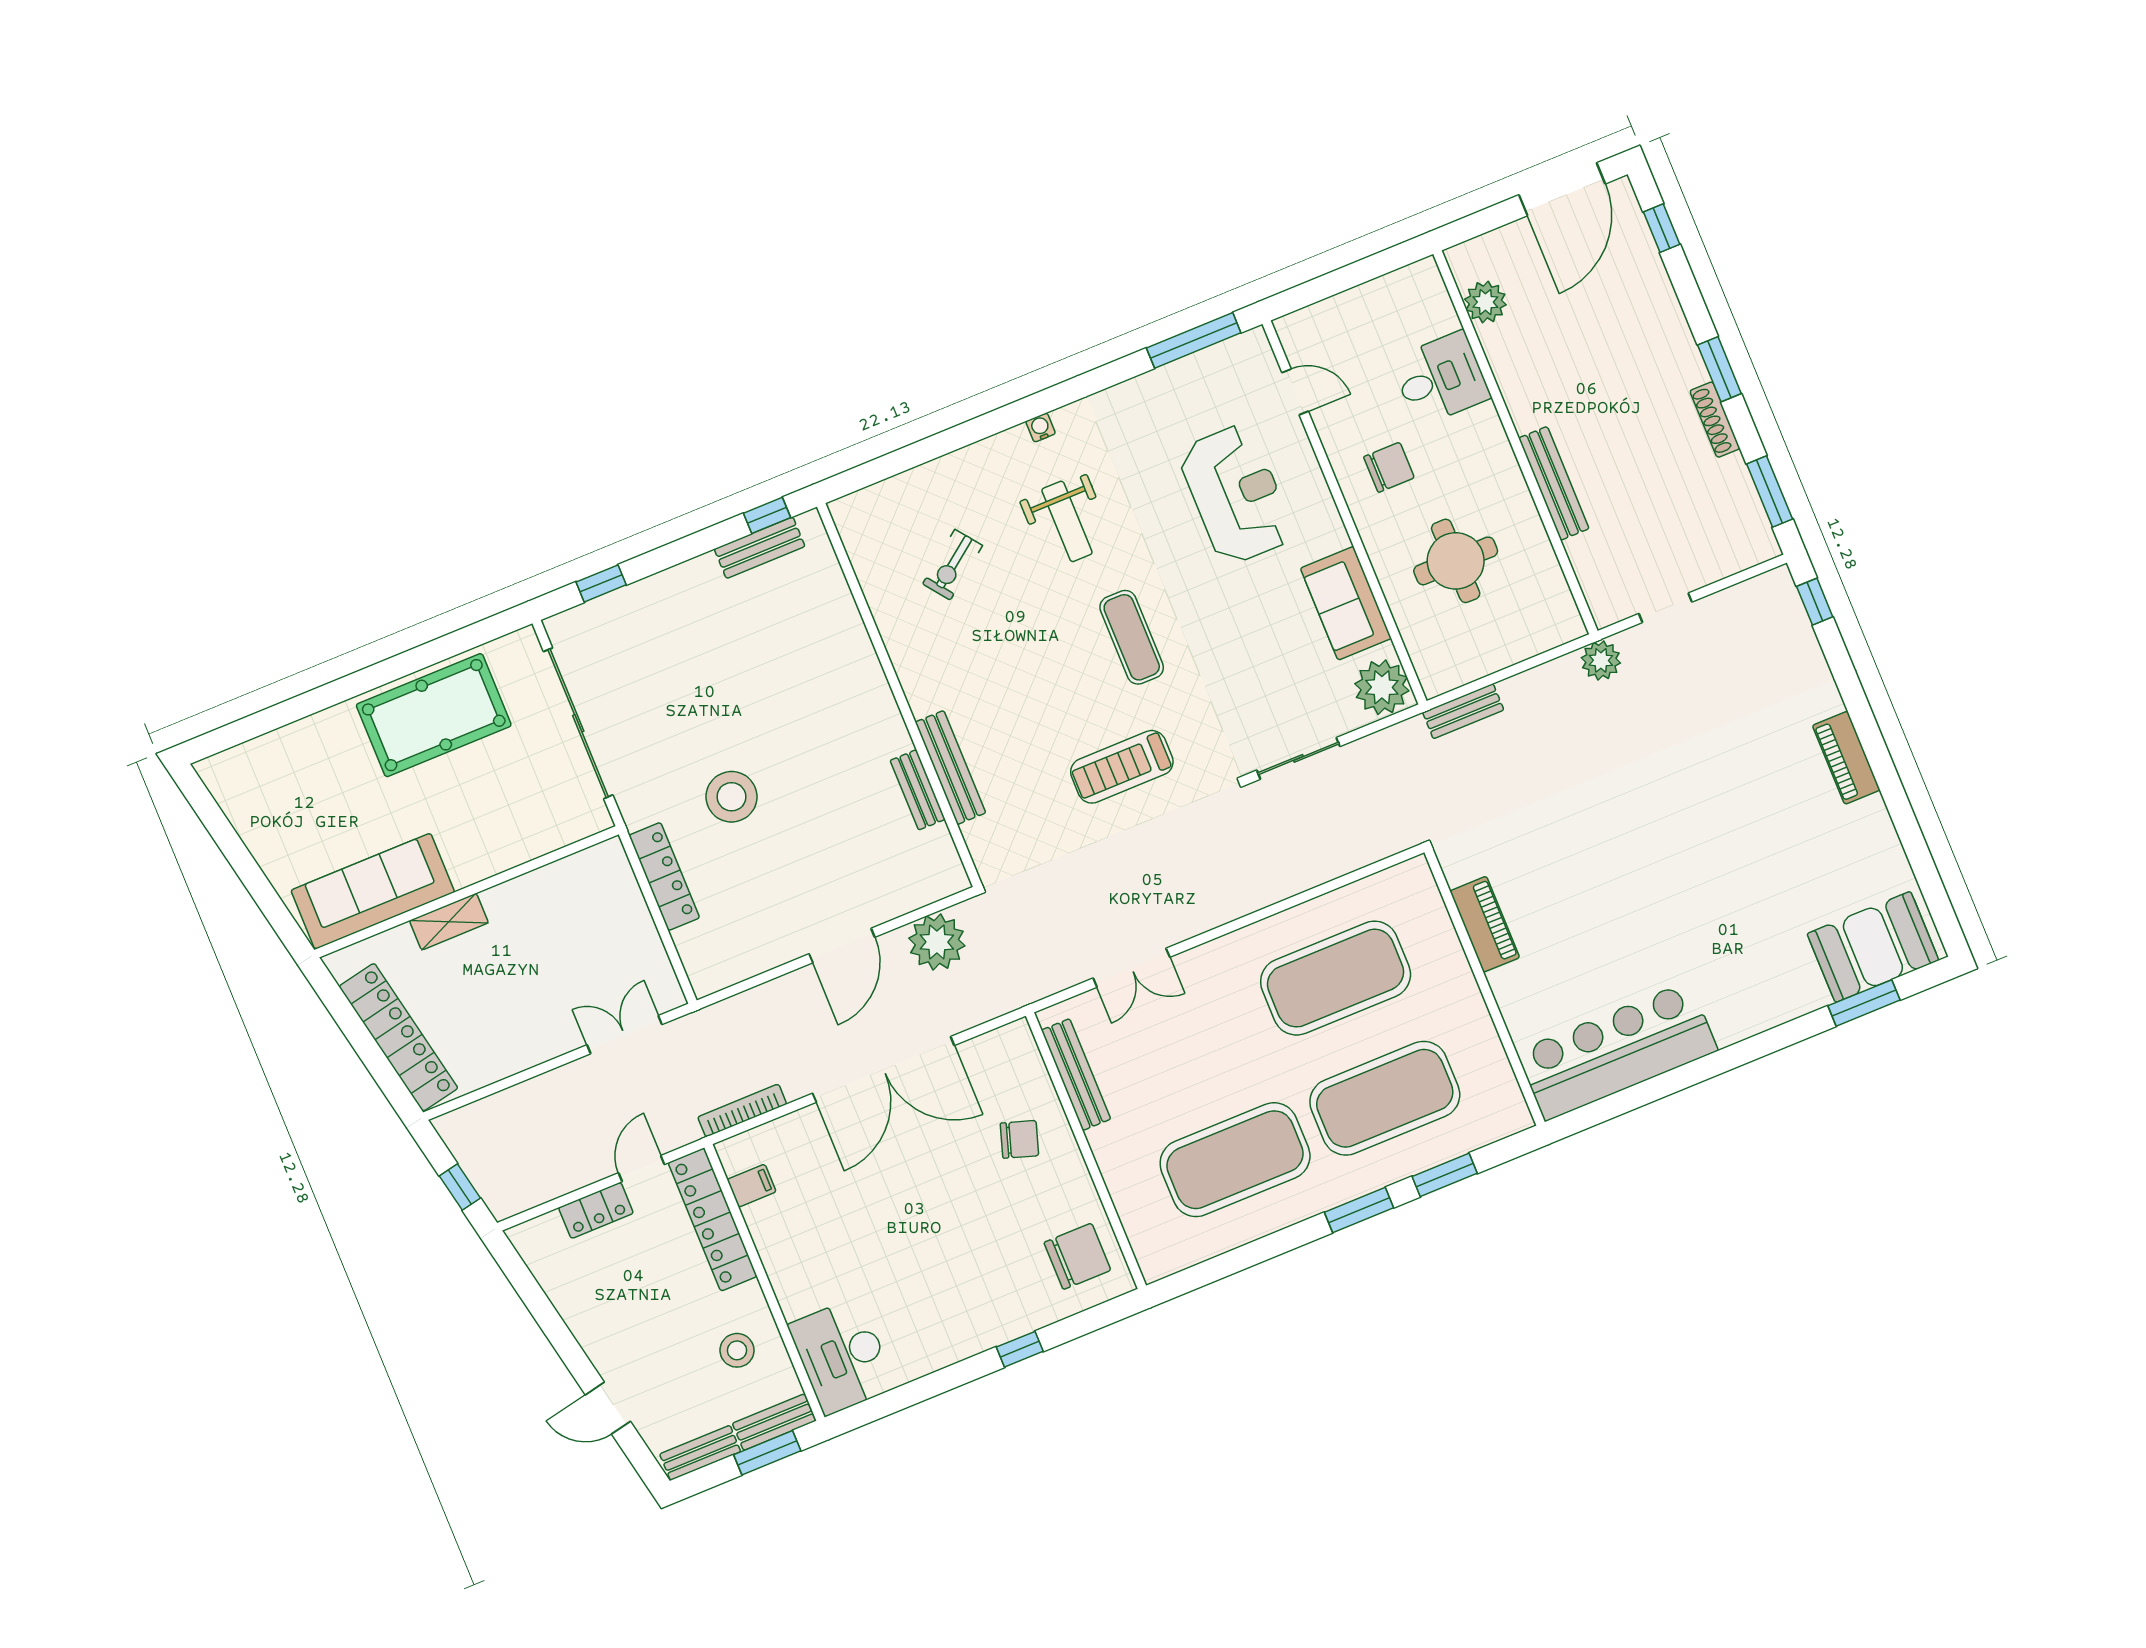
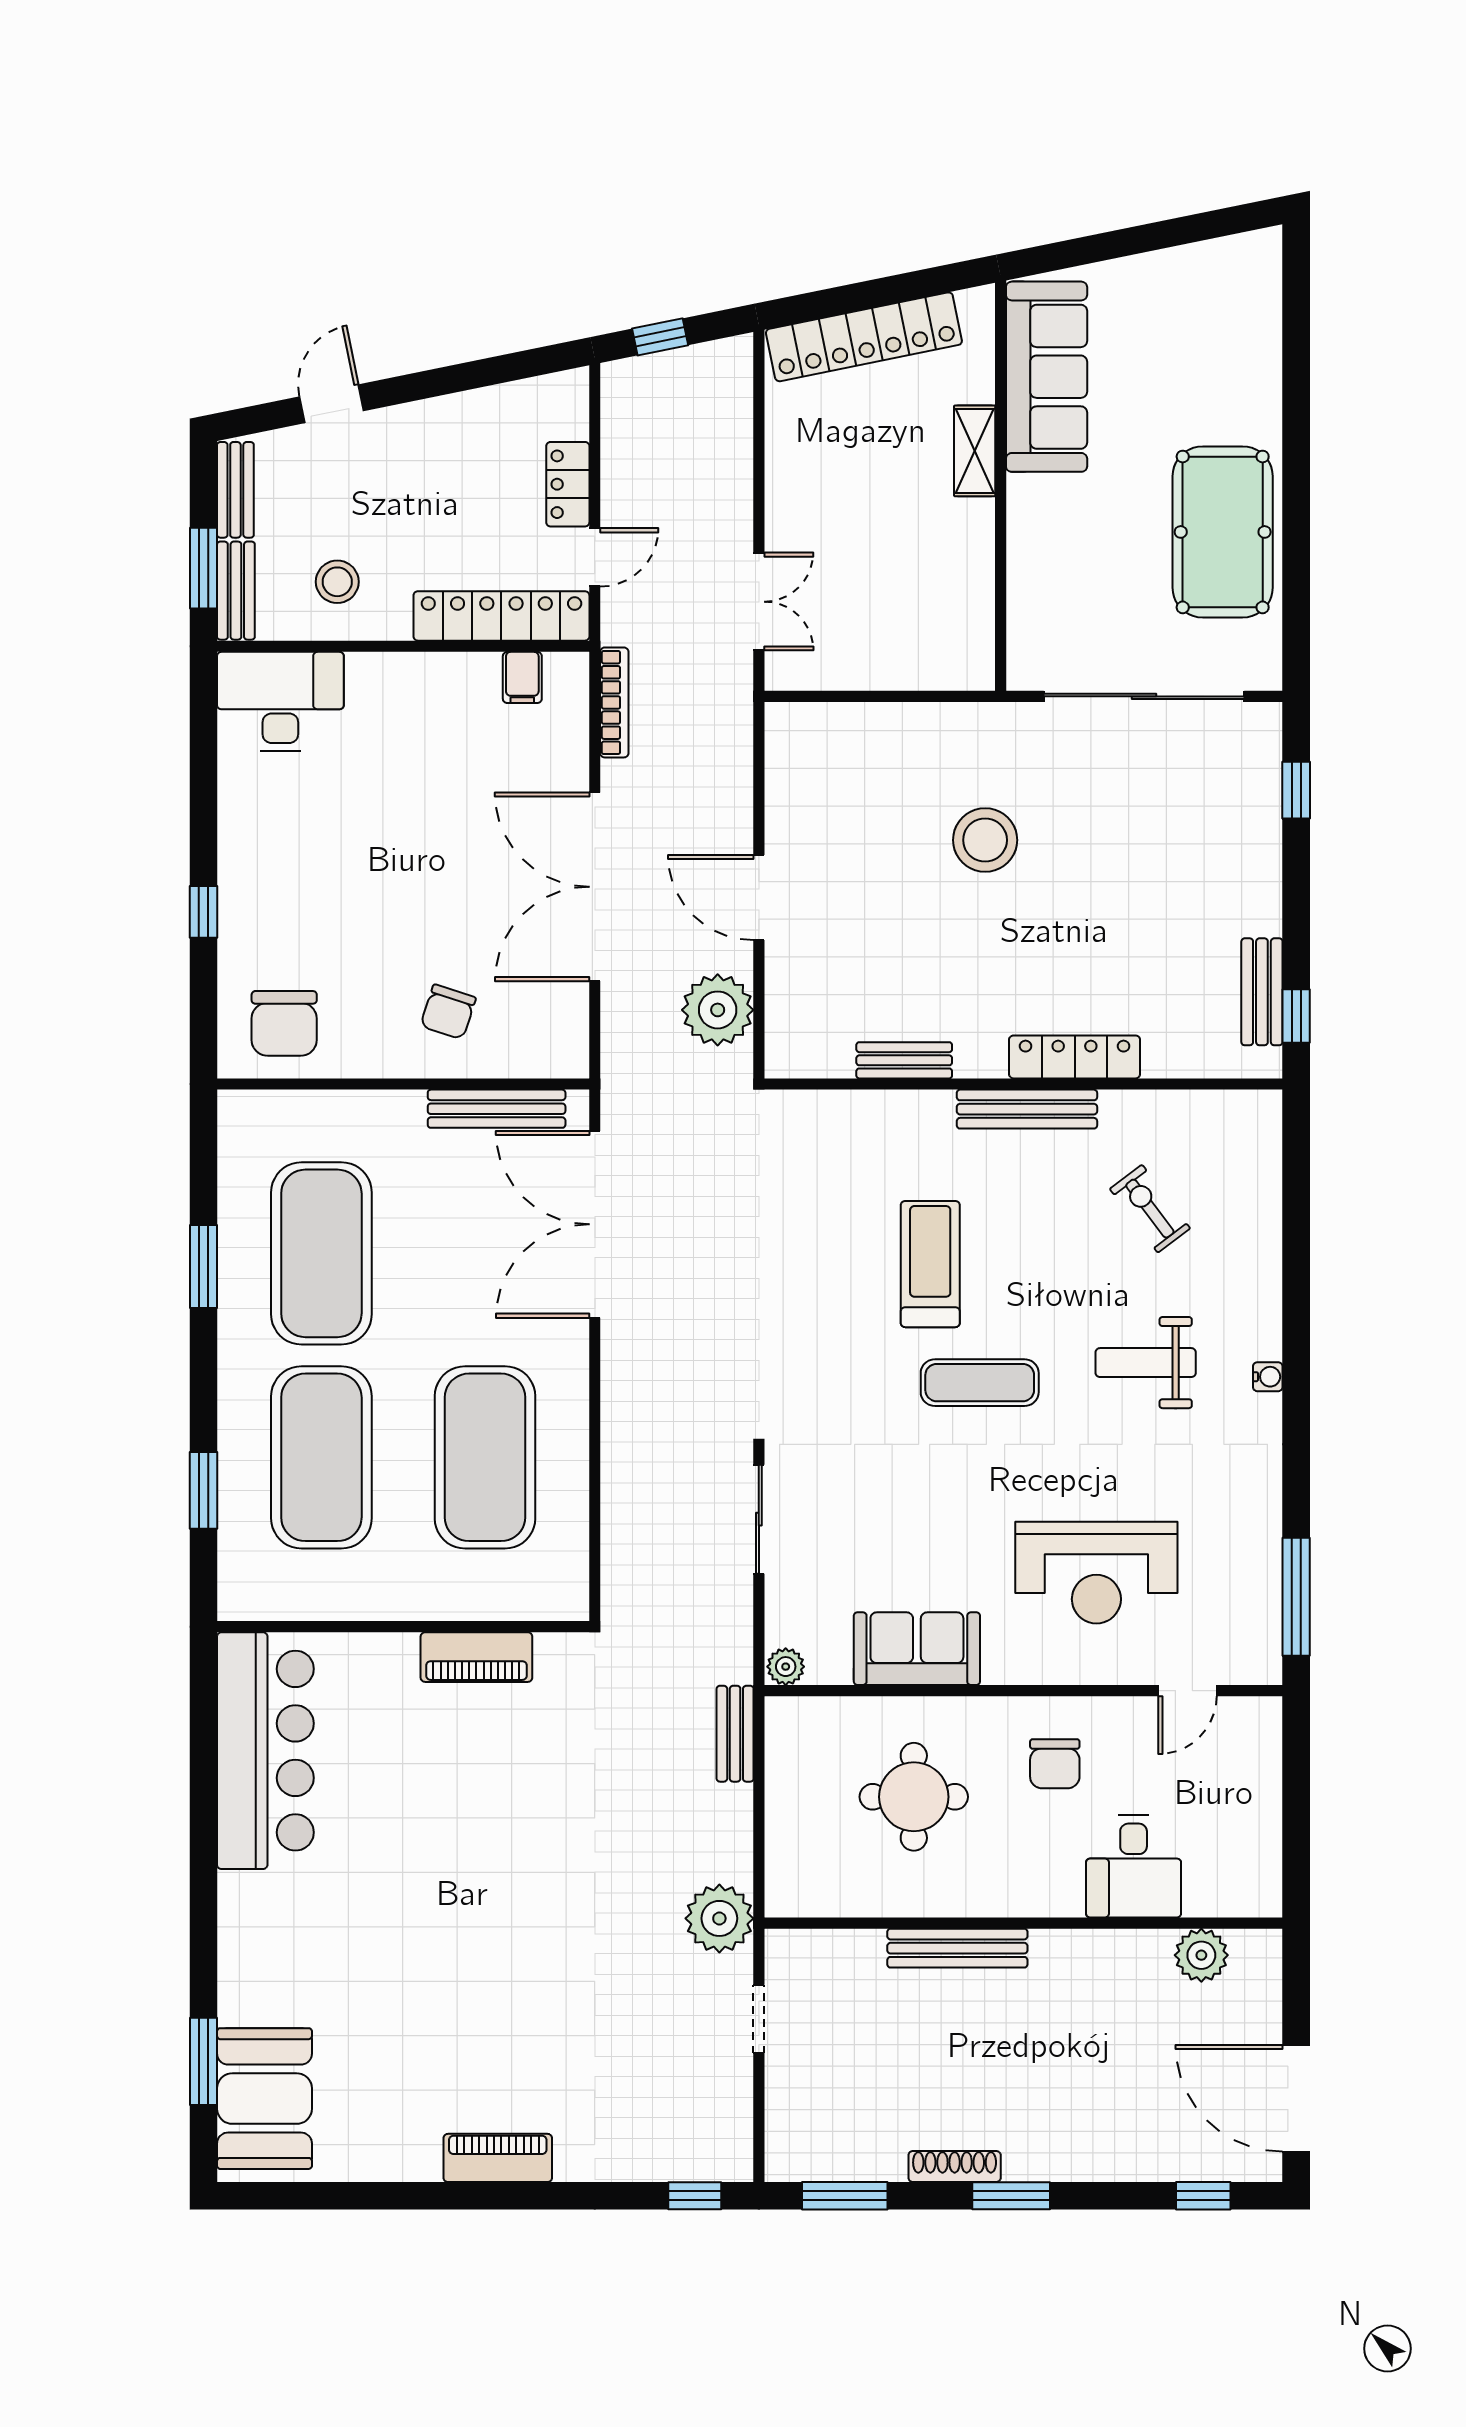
plant: (1601, 660) -> (719, 1918), width x1.36, depth x1.36
plant: (1382, 687) -> (786, 1667), width x0.53, depth x0.53
treadmill: (1122, 767) -> (930, 1264), moved
bench: (950, 768) -> (1027, 1109), moved
locker: (664, 876) -> (1075, 1057), moved, turned 180
double door: (1131, 968) -> (595, 1224), width x1.87
door: (642, 1169) -> (595, 557), hinge flipped
window: (1359, 1210) -> (203, 1266), moved

